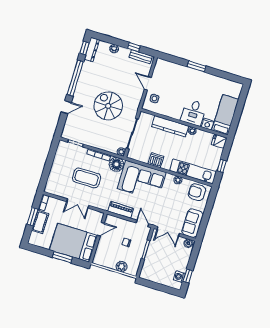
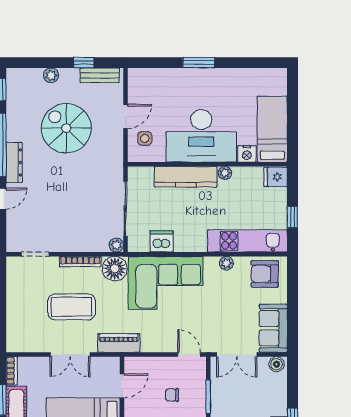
dresser: (92, 49) -> (14, 162), moved
door: (148, 83) -> (126, 116), swing flipped
spiral stairs: (108, 106) -> (66, 128), moved
desk: (193, 113) -> (201, 136), width x1.87, depth x1.30
dishwasher: (156, 160) -> (162, 241), moved
piano: (121, 210) -> (119, 343), moved

